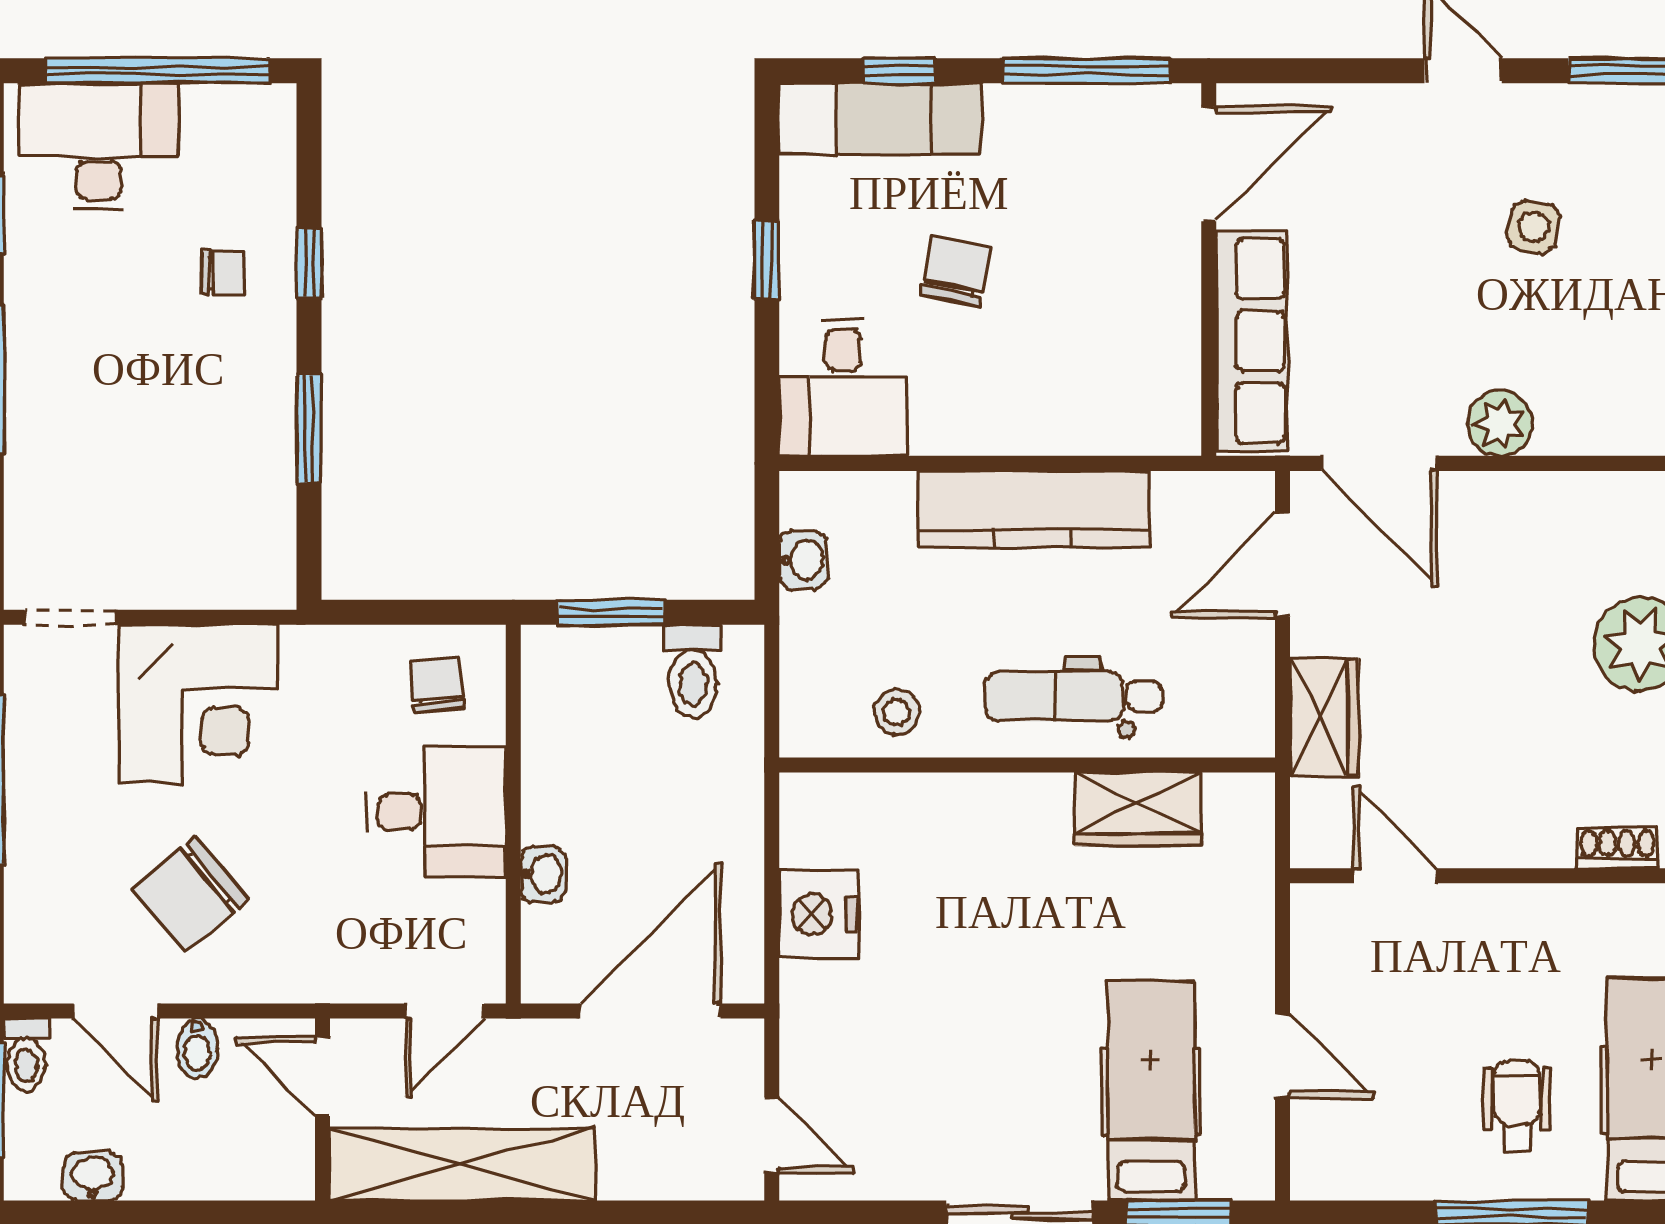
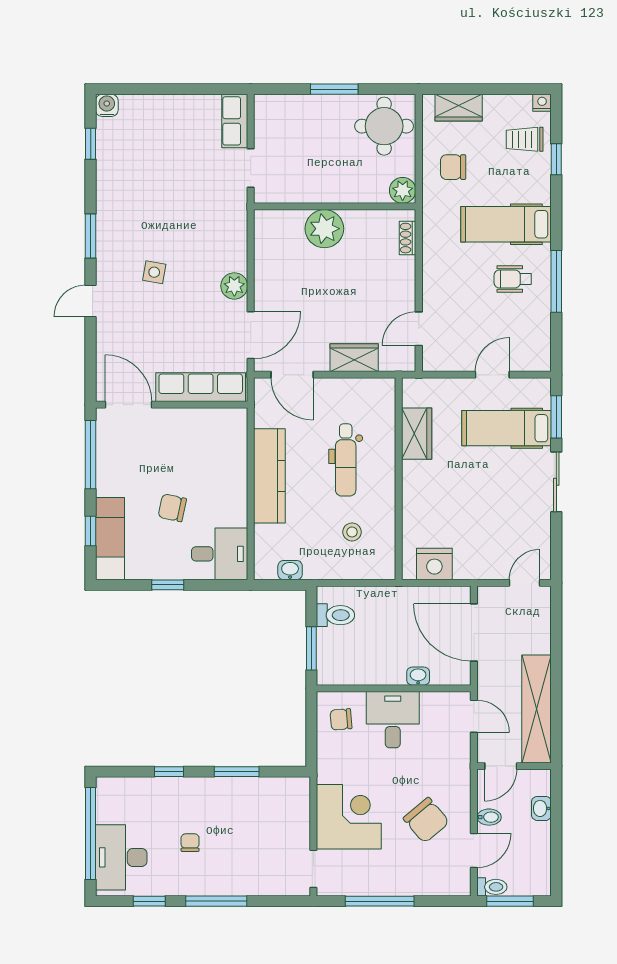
chair: (224, 273) -> (190, 843), moved
wall: (1027, 765) -> (399, 479), moved
wardrobe: (1138, 809) -> (417, 434), moved
washbasin: (93, 1177) -> (541, 808), moved

